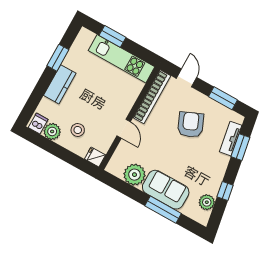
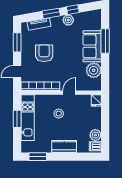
window: (113, 36) -> (17, 119), moved
window: (58, 58) -> (38, 157), moved
armchair: (191, 125) -> (44, 53), turned 113
stool: (78, 130) -> (59, 114), moved
window: (240, 147) -> (51, 13), moved
plant: (207, 202) -> (68, 20), moved

